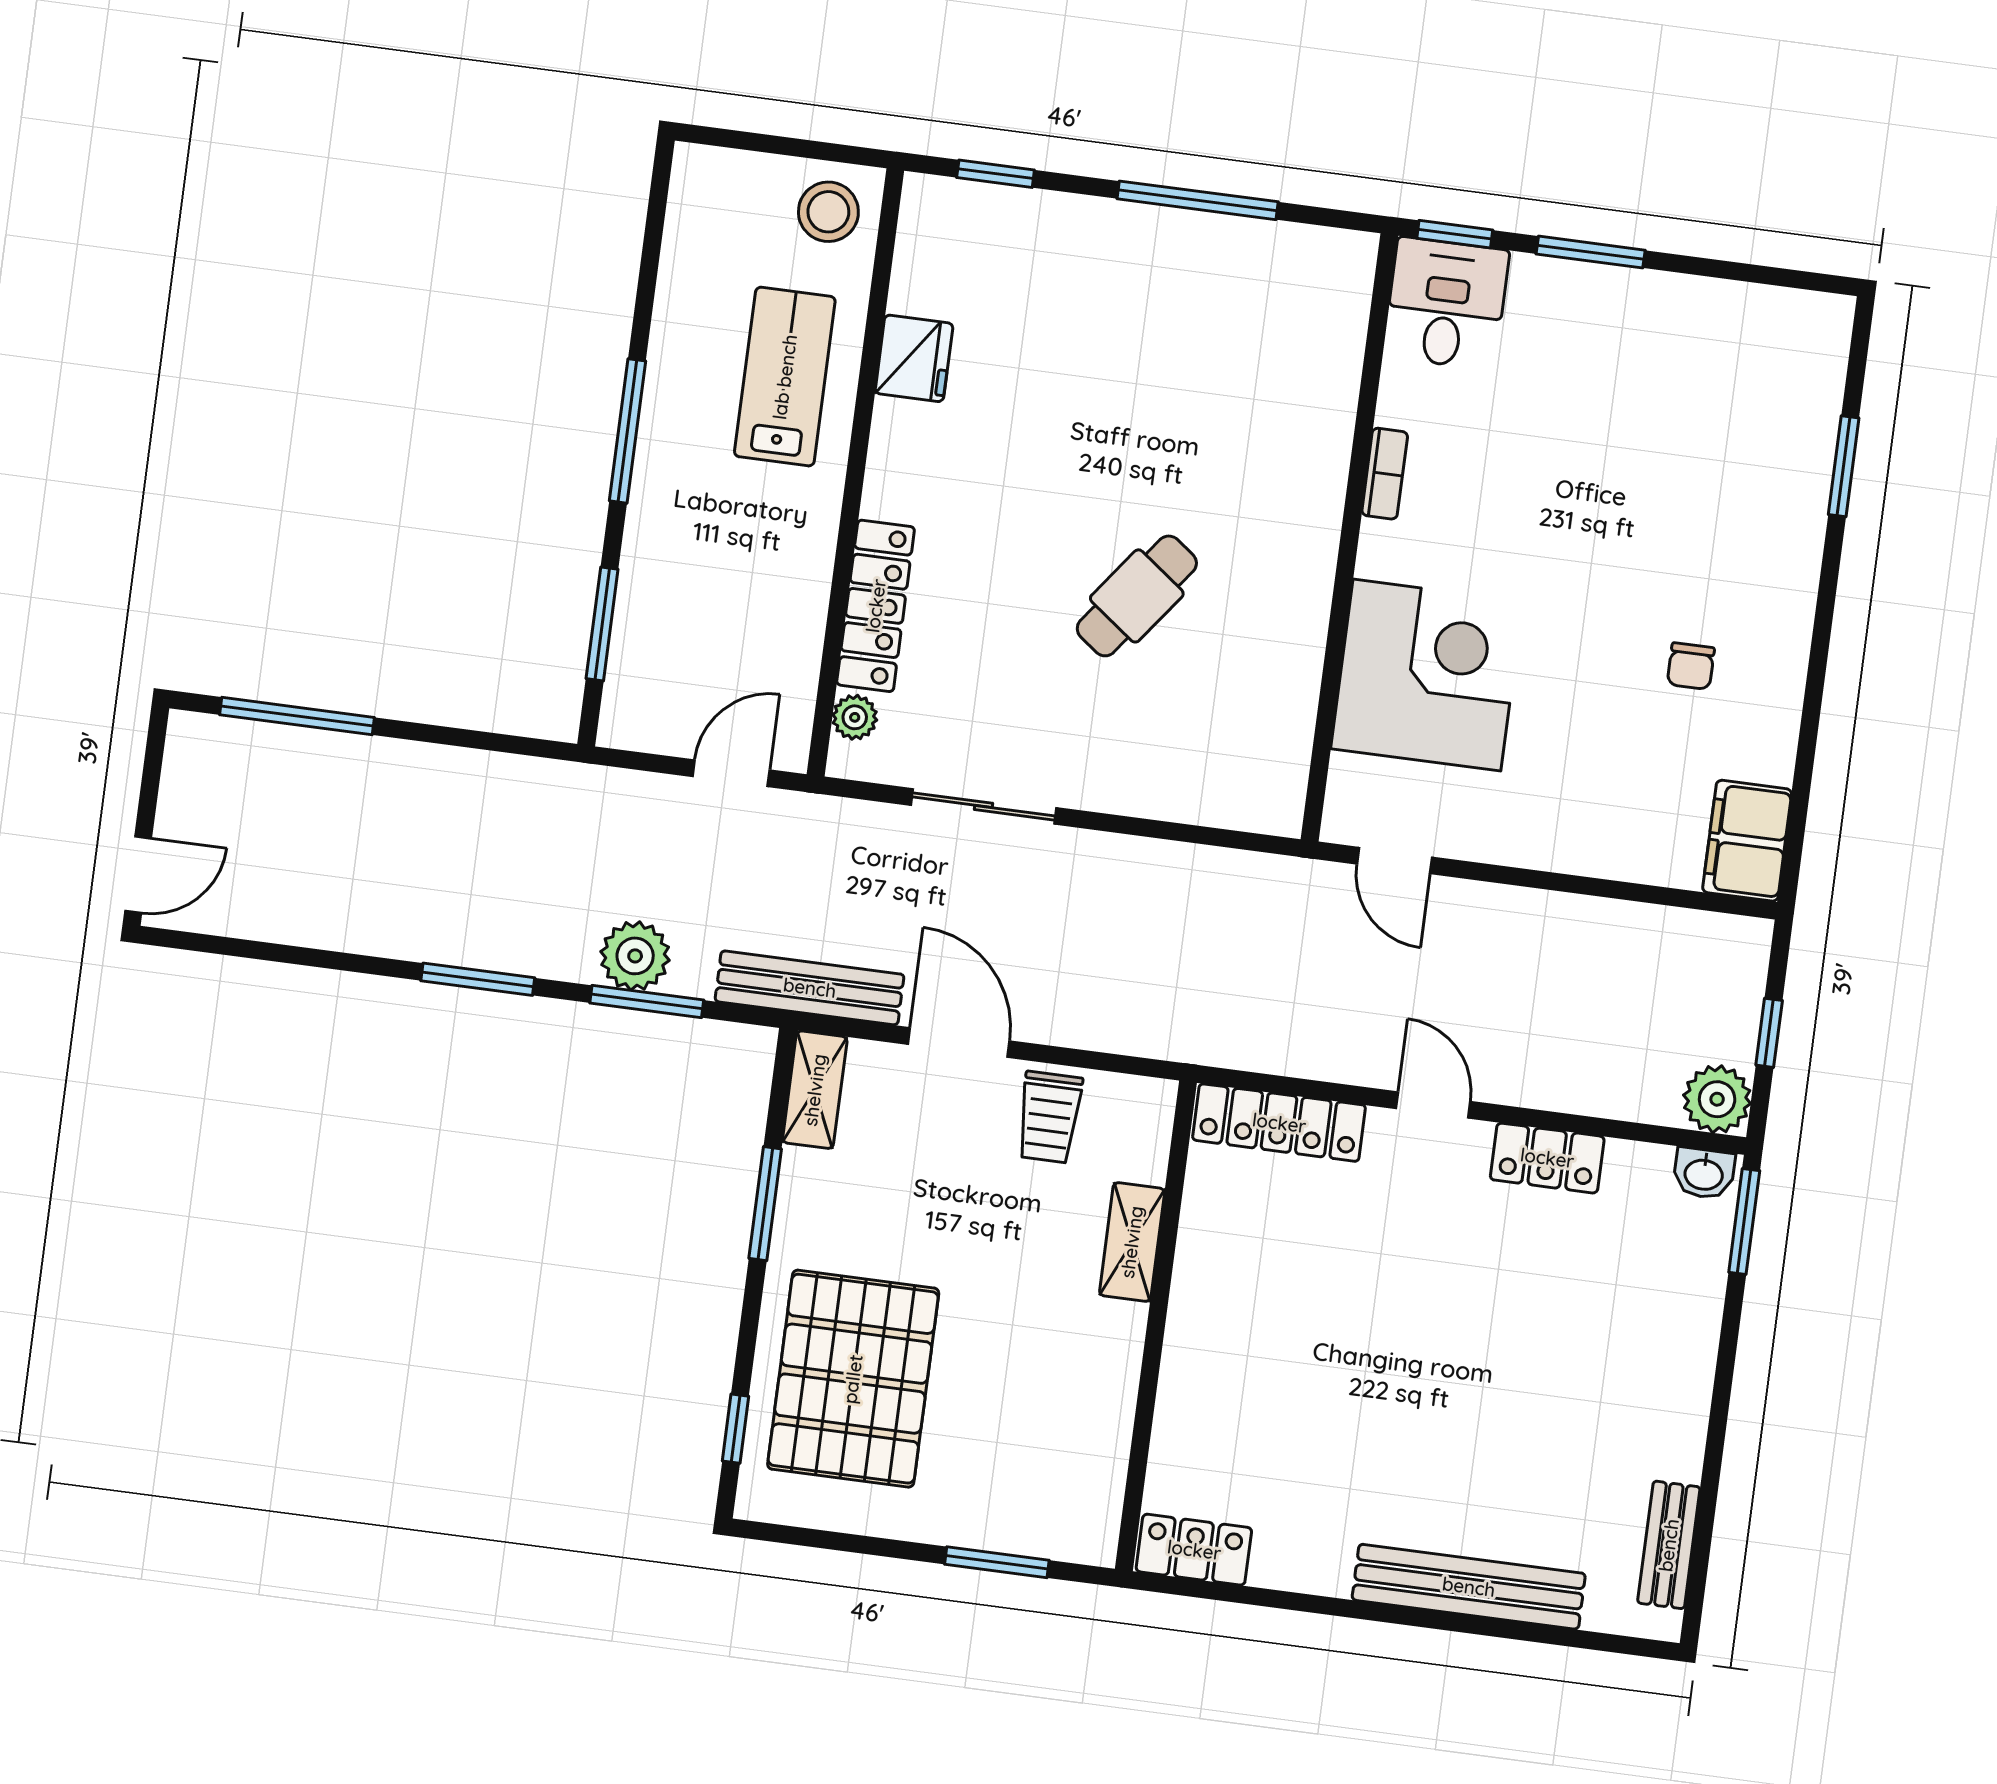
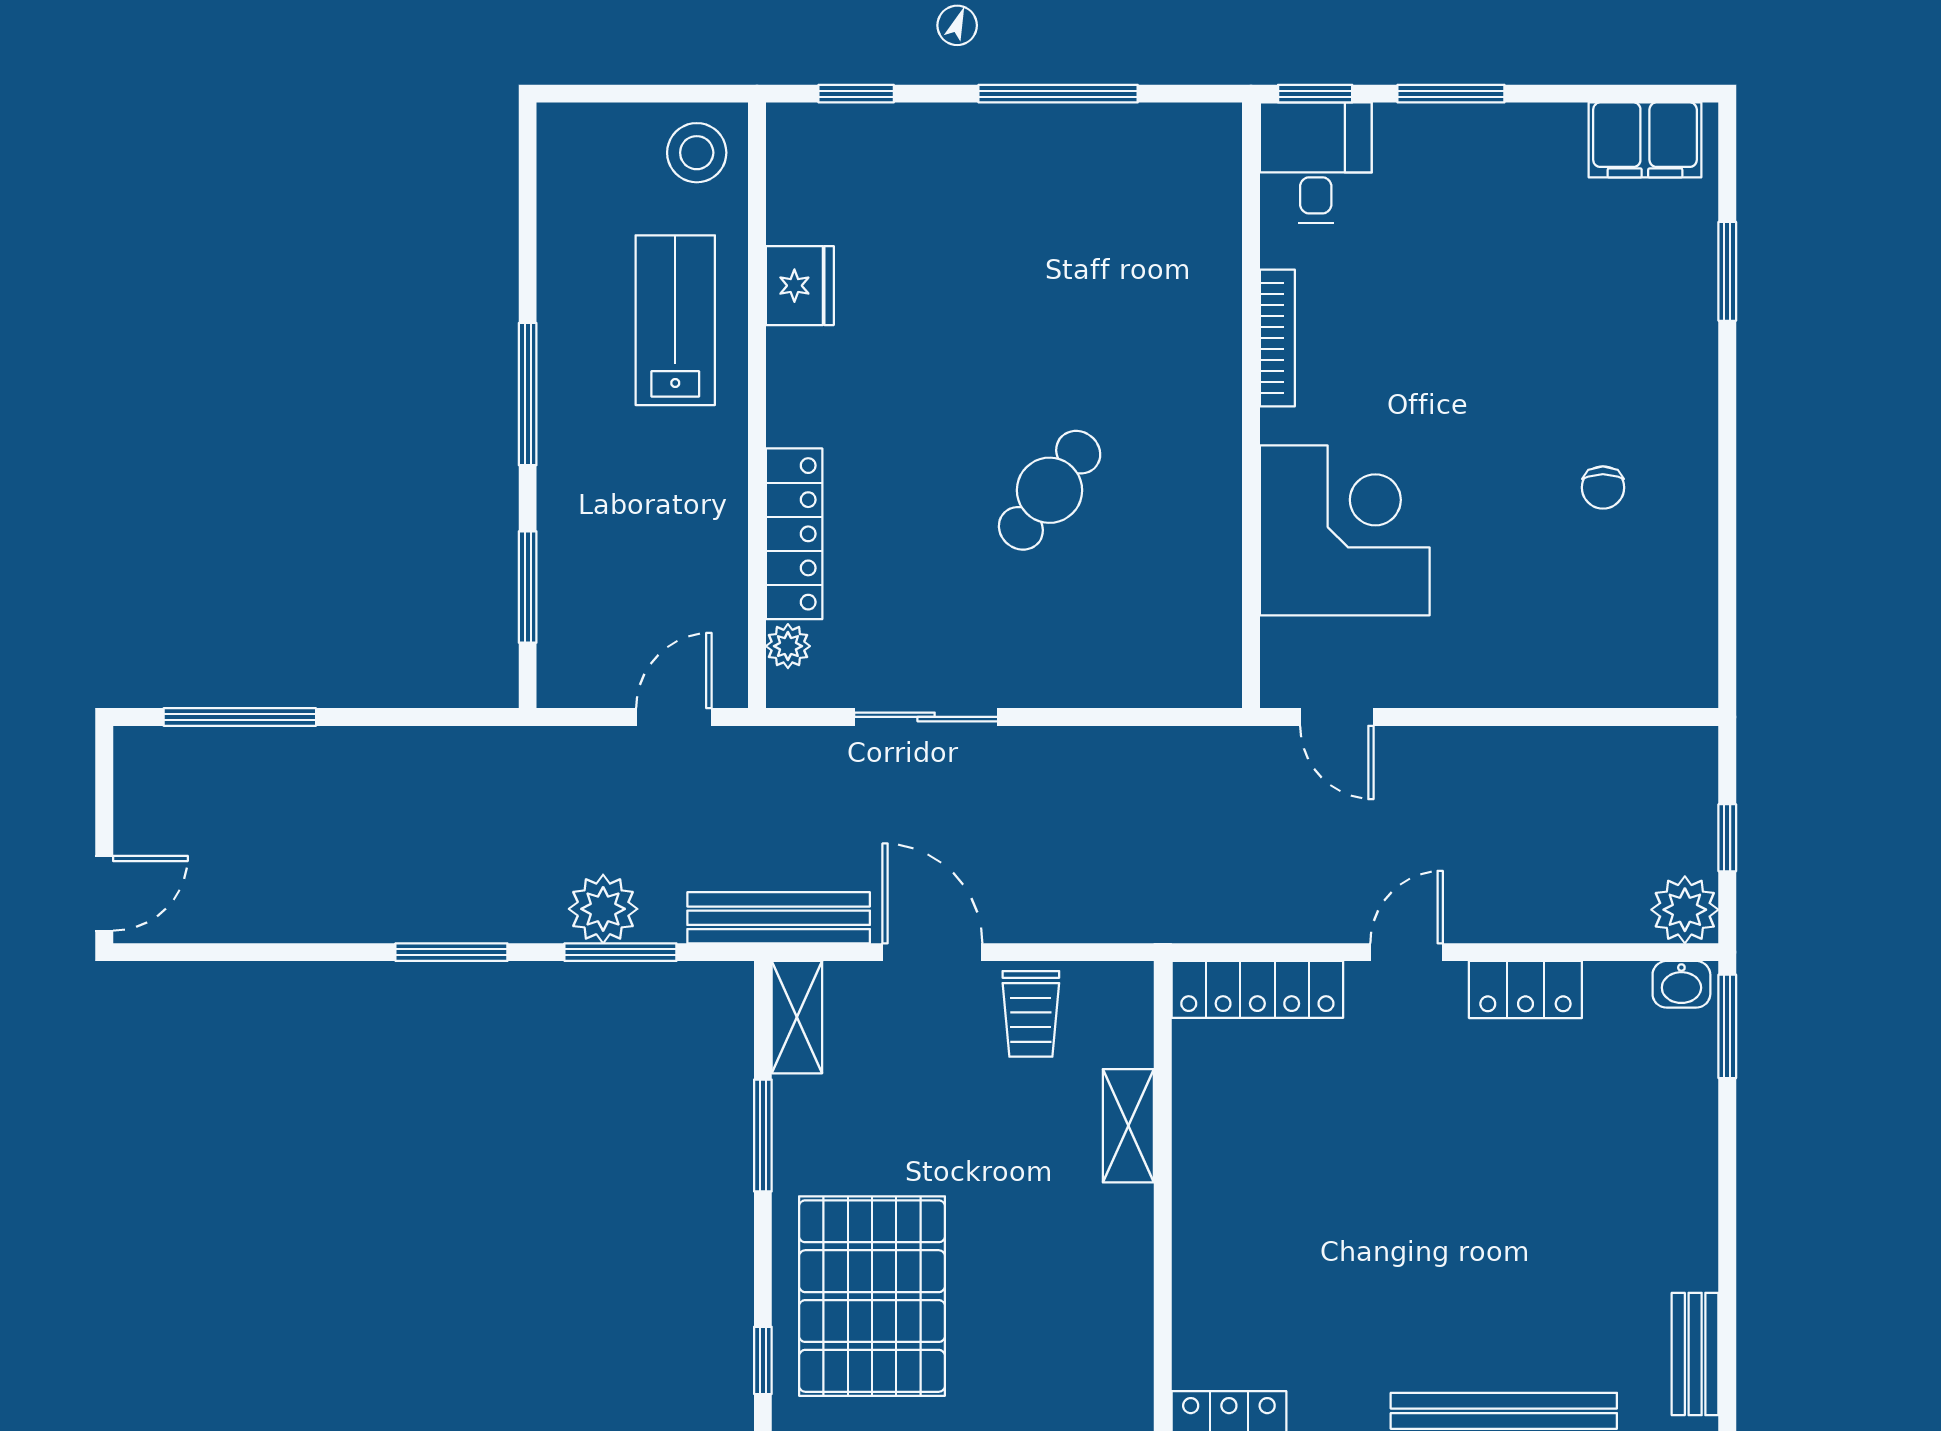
bookcase: (1385, 474) -> (1277, 338), width x1.56
filing cabinet: (1747, 841) -> (1645, 140), moved, turned -90
door: (1433, 1105) -> (1407, 952), hinge flipped

